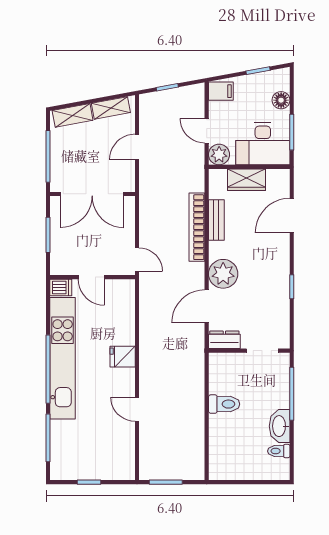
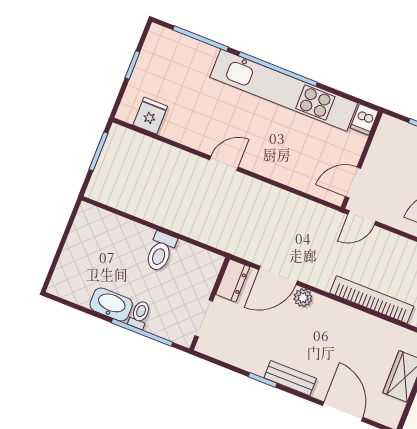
bench: (216, 220) -> (290, 378), moved
plant: (223, 274) -> (303, 298), width x0.53, depth x0.53
door: (91, 277) -> (353, 182), moved
door: (207, 306) -> (278, 275), swing flipped
fridge: (123, 357) -> (150, 116), moved
door: (137, 409) -> (224, 163), moved
toilet: (279, 451) -> (140, 315), moved

